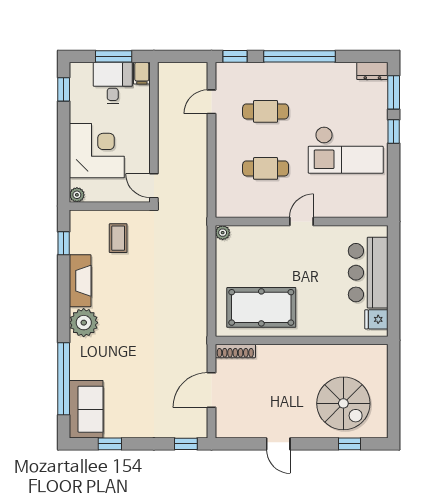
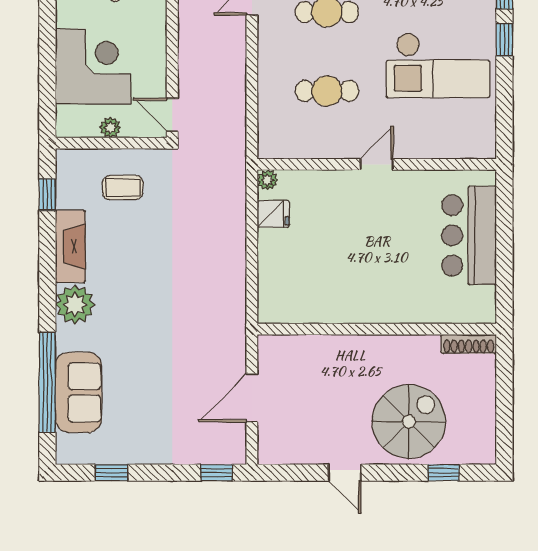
plant: (77, 195) -> (110, 128), moved
coffee table: (118, 238) -> (123, 188), turned 90
pool table: (261, 307) -> (321, 284), removed
fridge: (376, 319) -> (273, 214), moved, turned 180
shoe rack: (235, 351) -> (469, 344), moved
spiral stairs: (343, 403) -> (409, 422), moved, turned -90
sofa: (86, 409) -> (79, 392), moved

